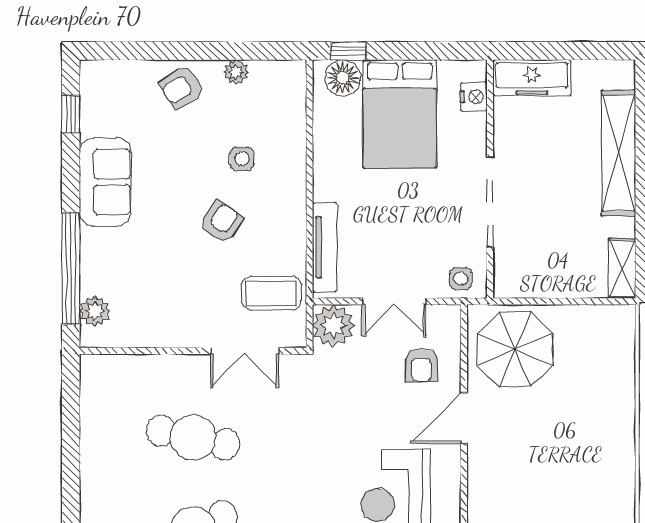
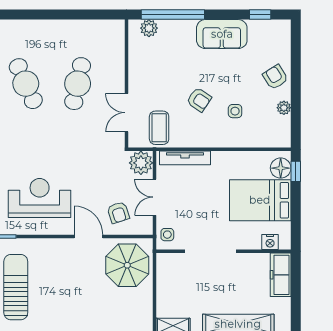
armchair: (421, 365) -> (118, 213), turned -108

